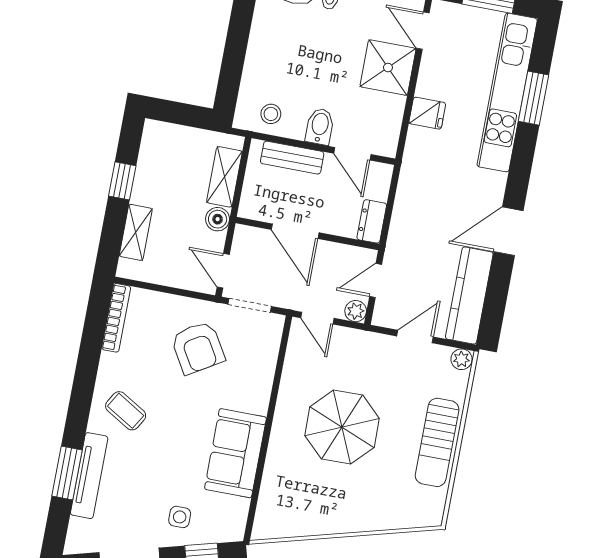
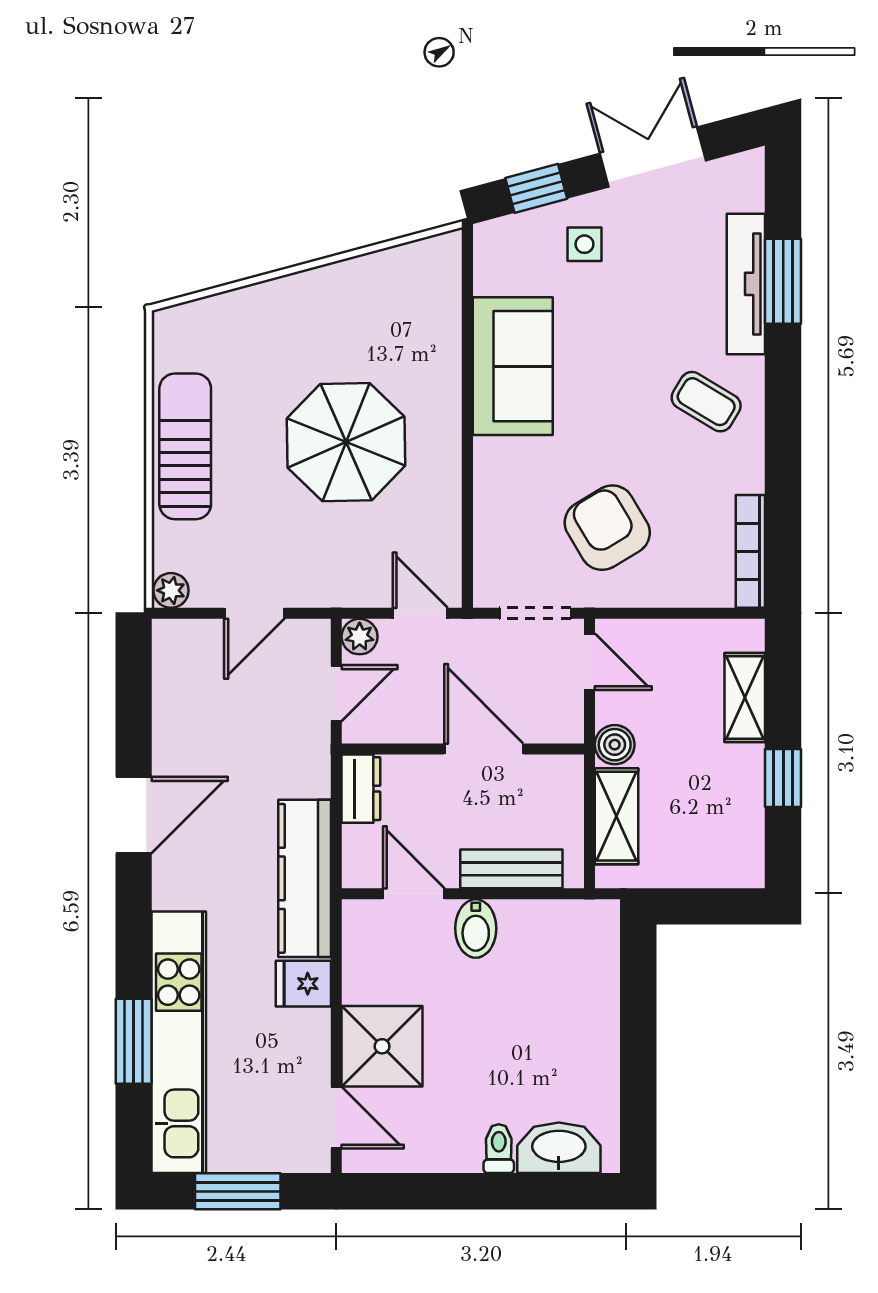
stool: (271, 114) -> (560, 934), removed
kitchen counter: (469, 296) -> (305, 878), moved, turned 180

